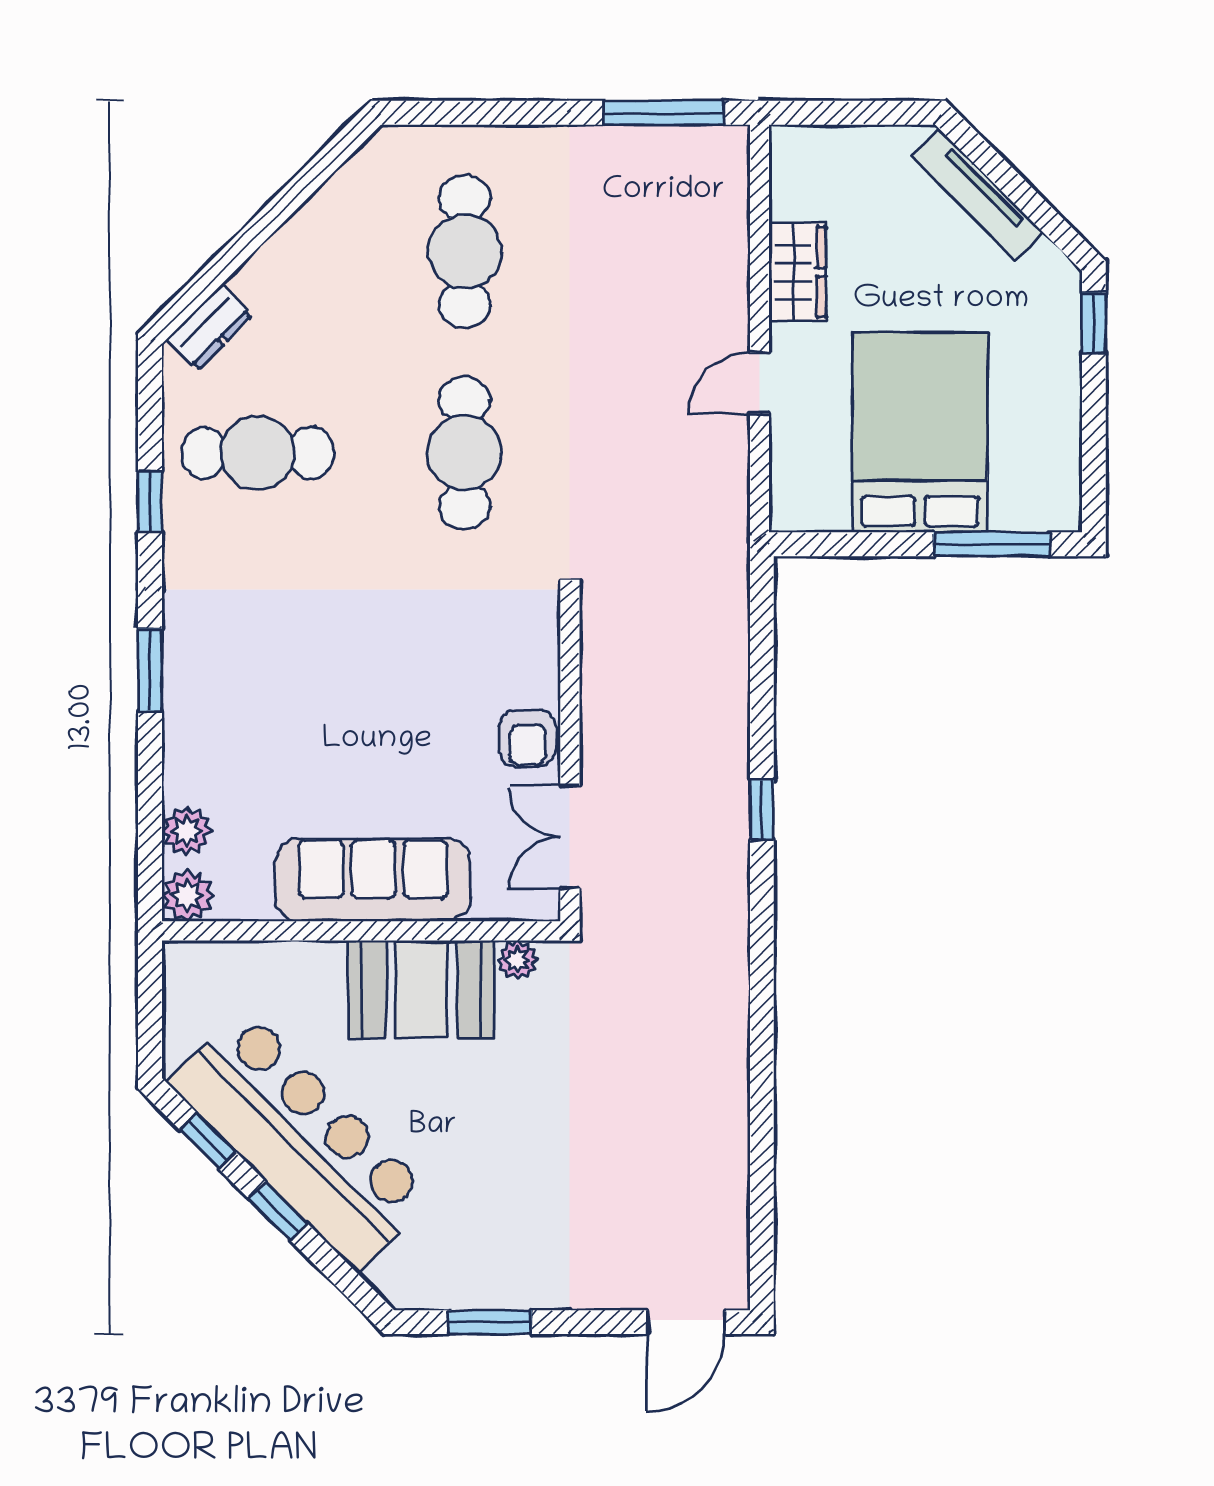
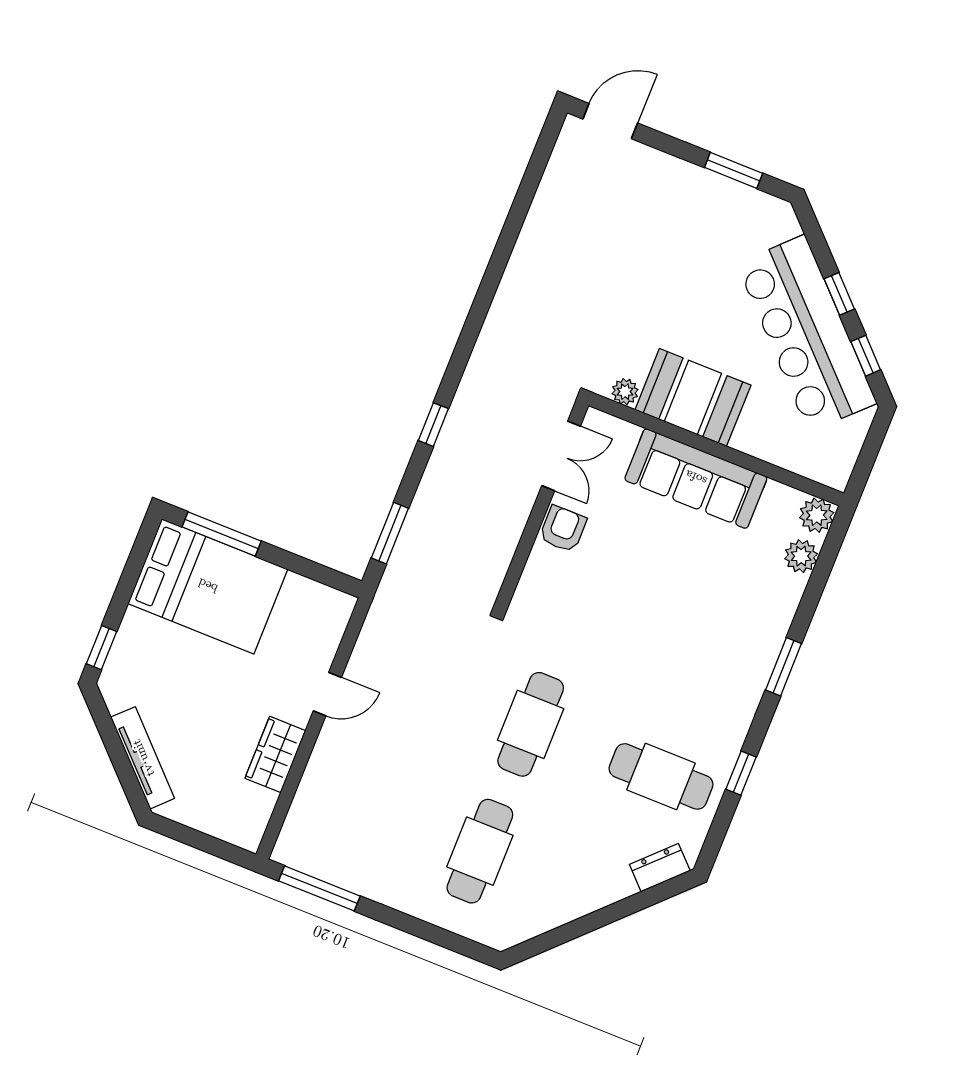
bed: (920, 432) -> (208, 586), moved, turned -90
window: (762, 638) -> (390, 533), added

